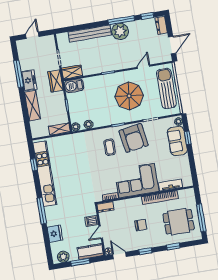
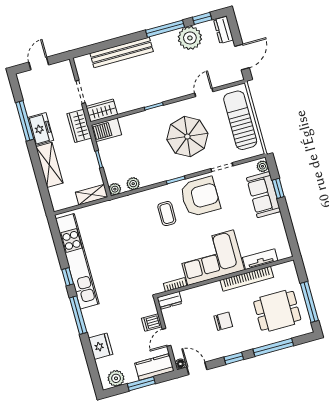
plant: (120, 31) -> (190, 38), moved
armchair: (134, 138) -> (200, 197), turned -81
window: (34, 165) -> (68, 277), moved
window: (173, 246) -> (273, 347), width x2.17

